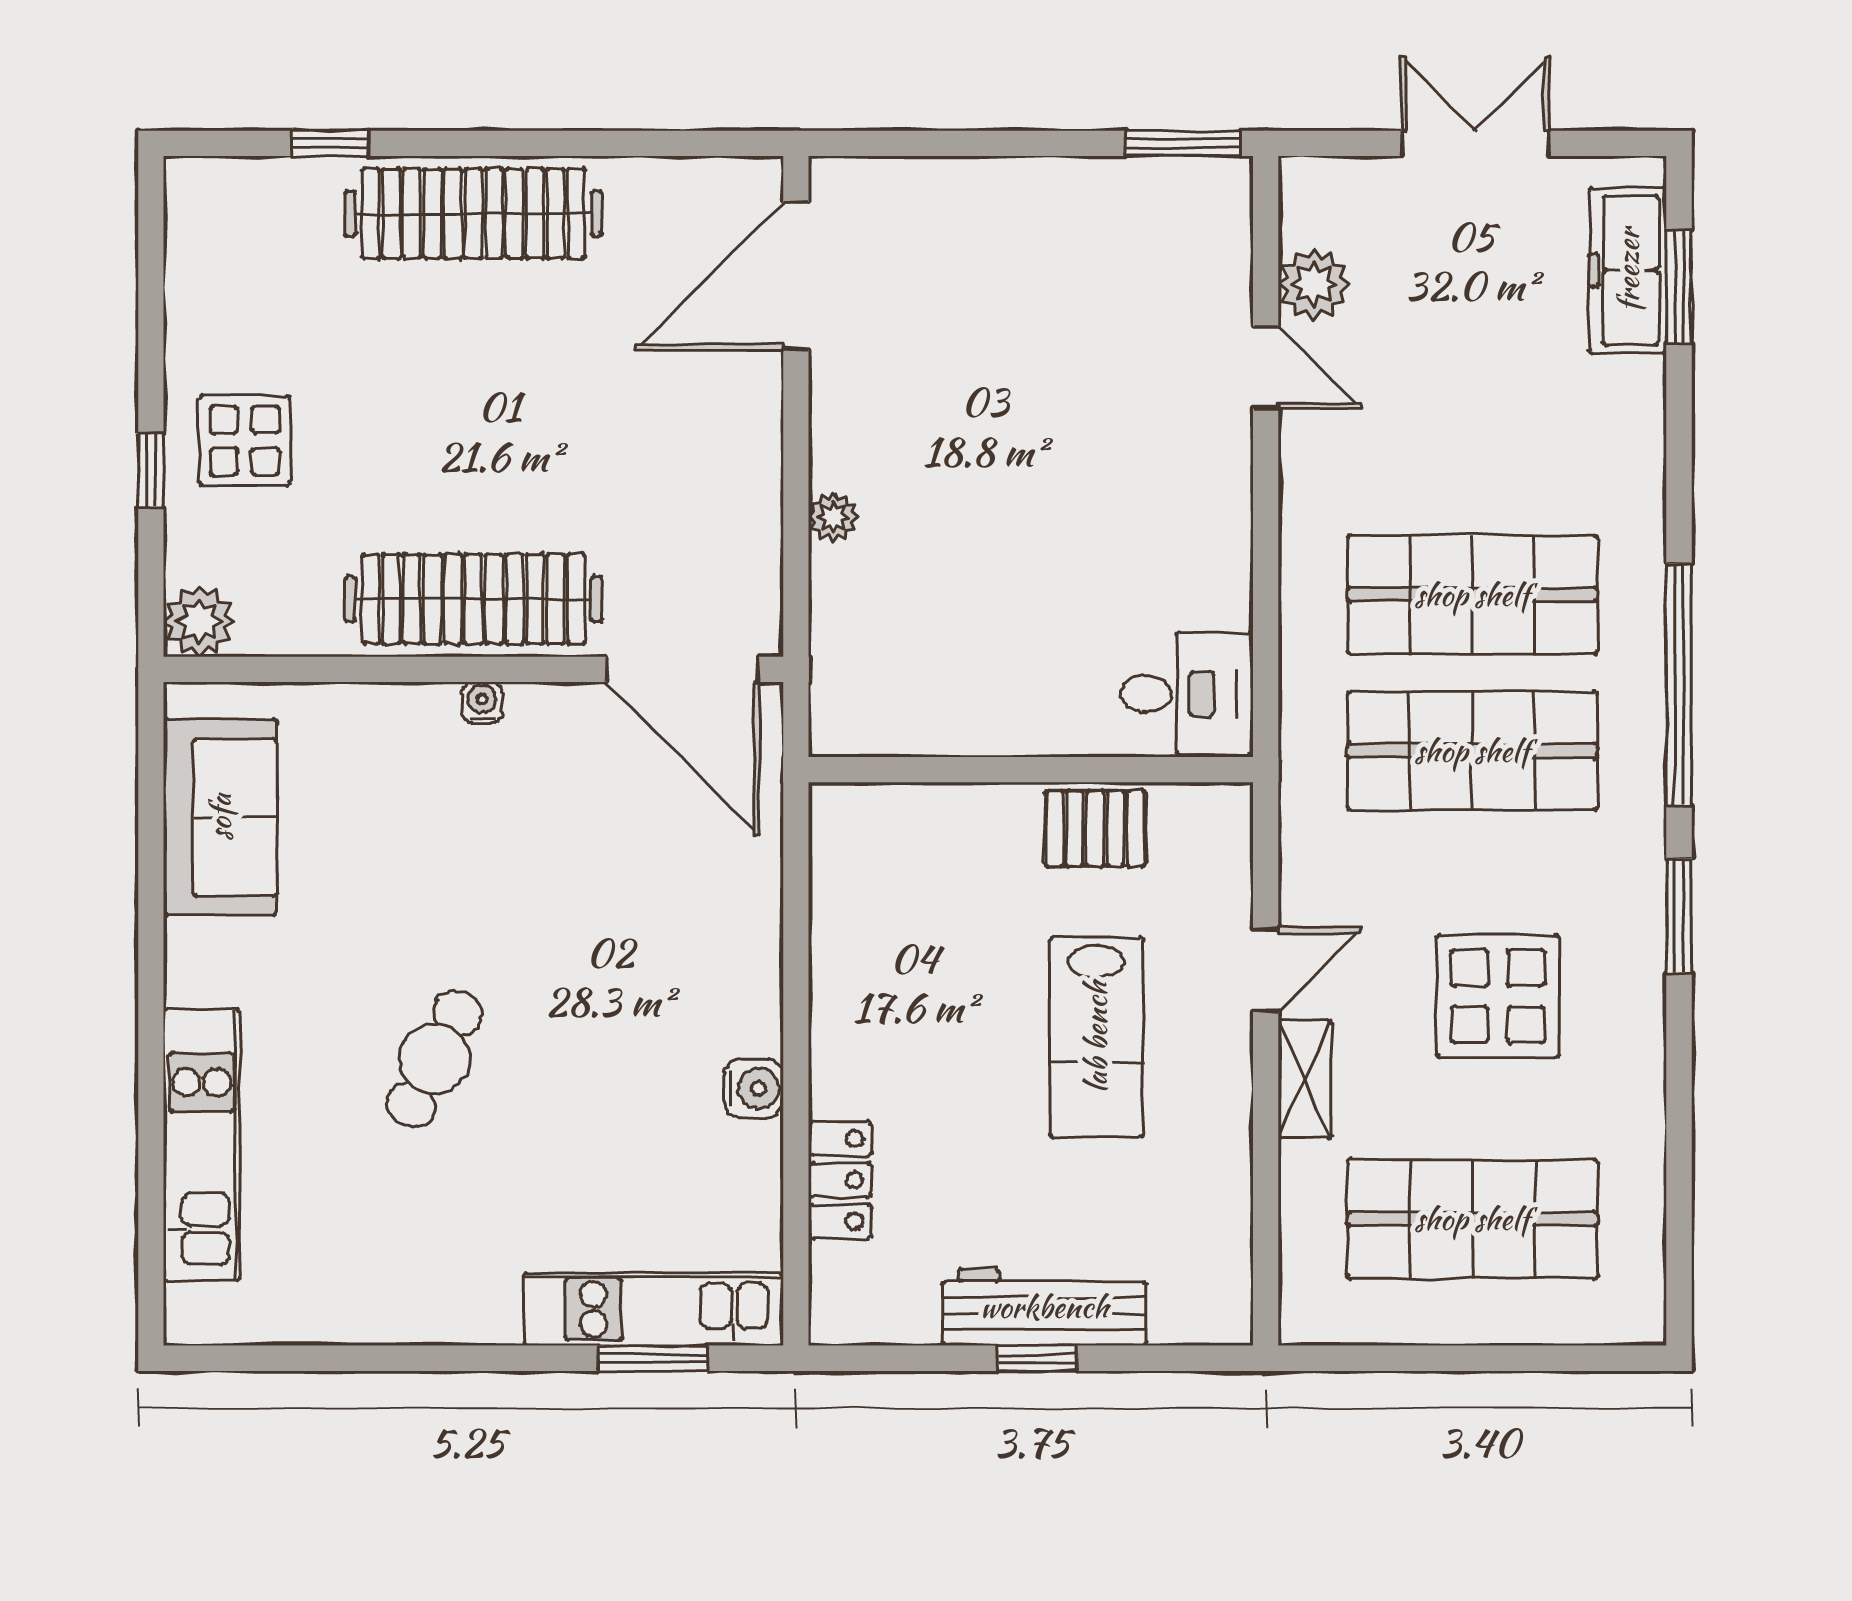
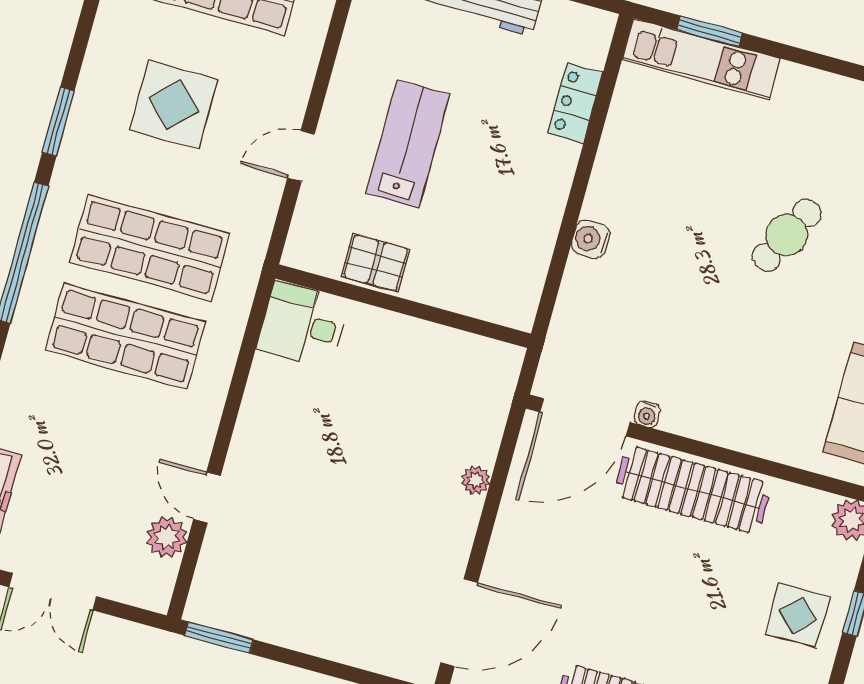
door: (683, 669) -> (585, 417), swing flipped
water cooler: (482, 702) -> (647, 414), moved
shelving: (1305, 1079) -> (296, 88), removed
water cooler: (754, 1088) -> (591, 239), moved

